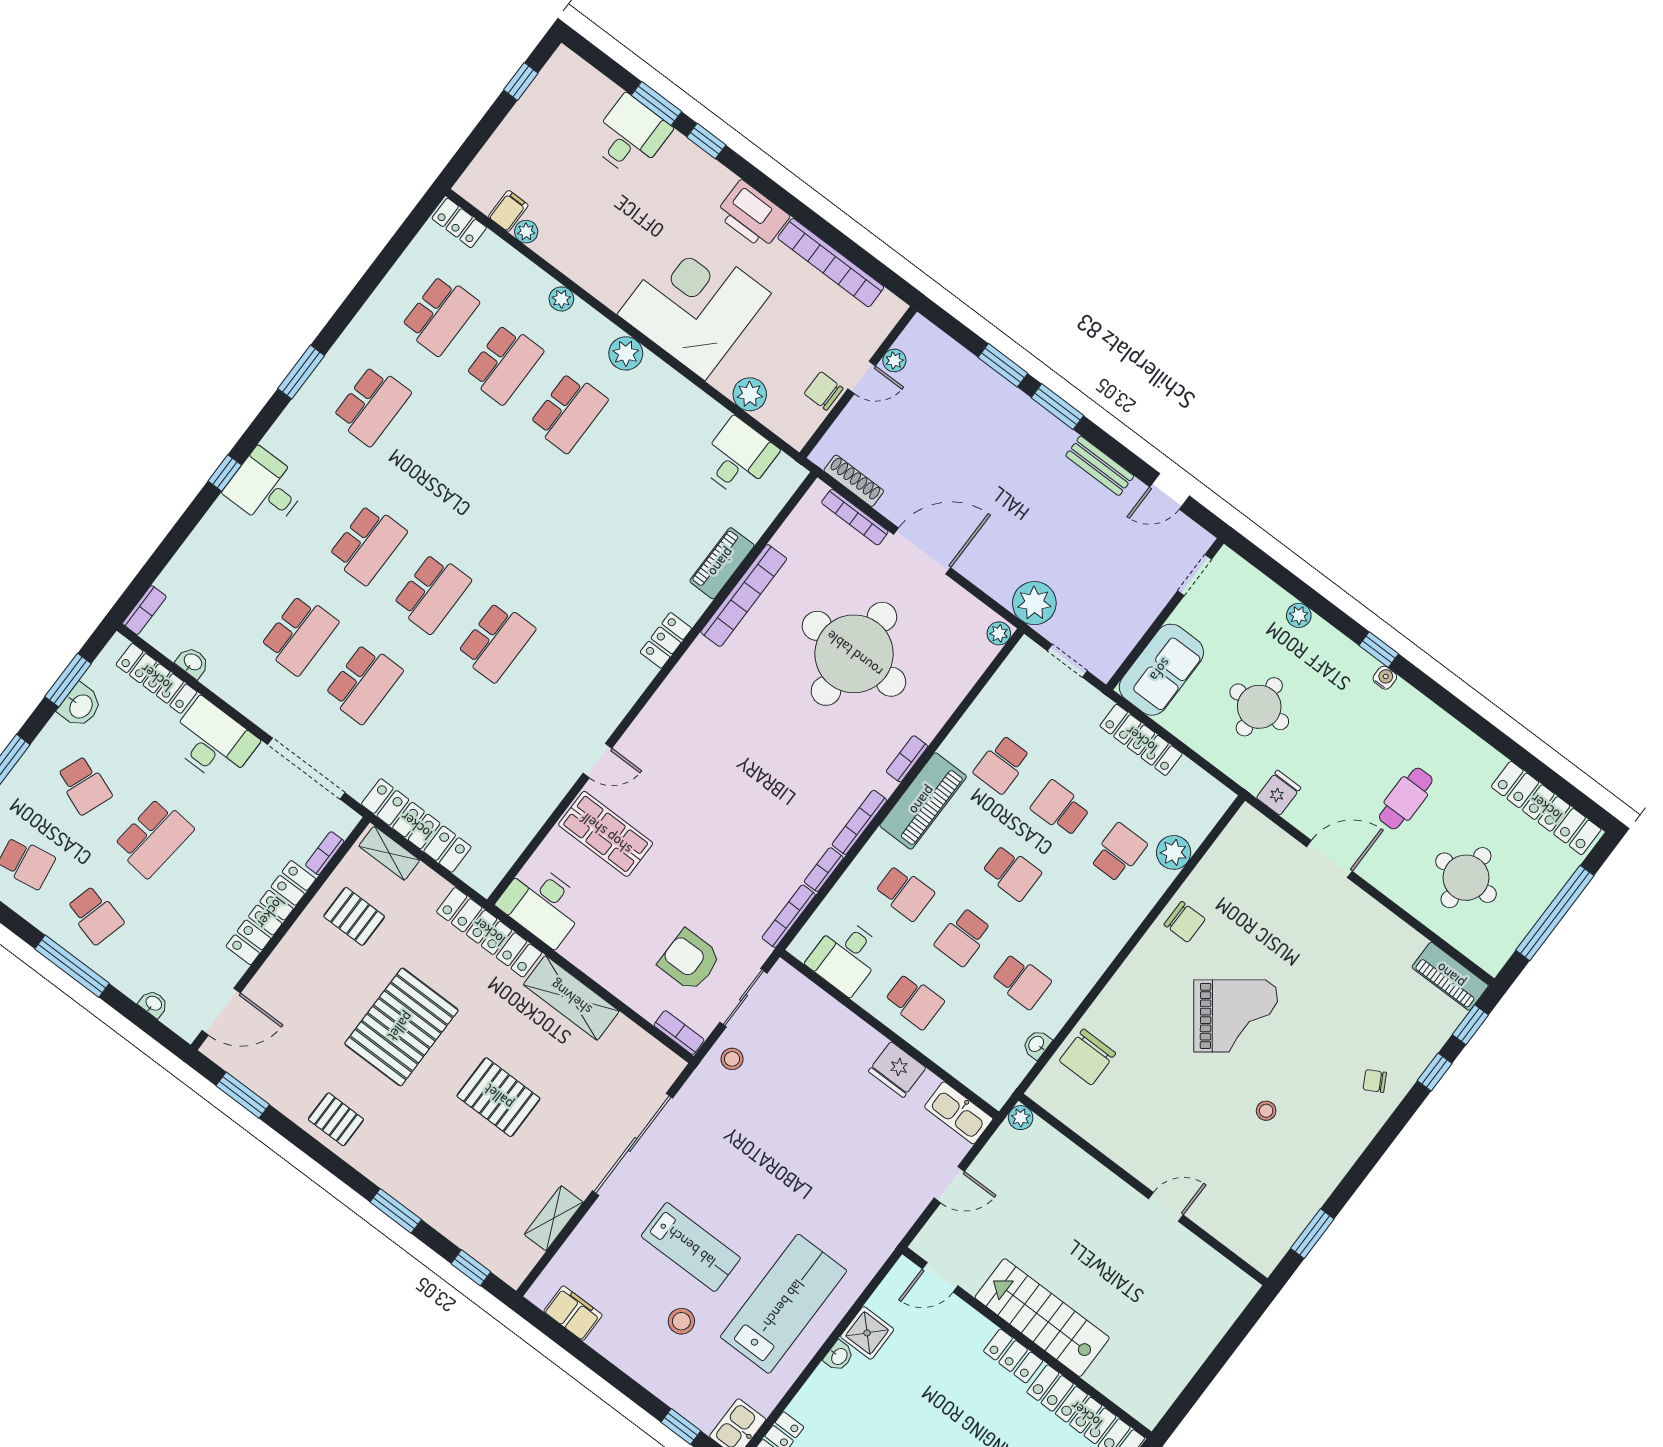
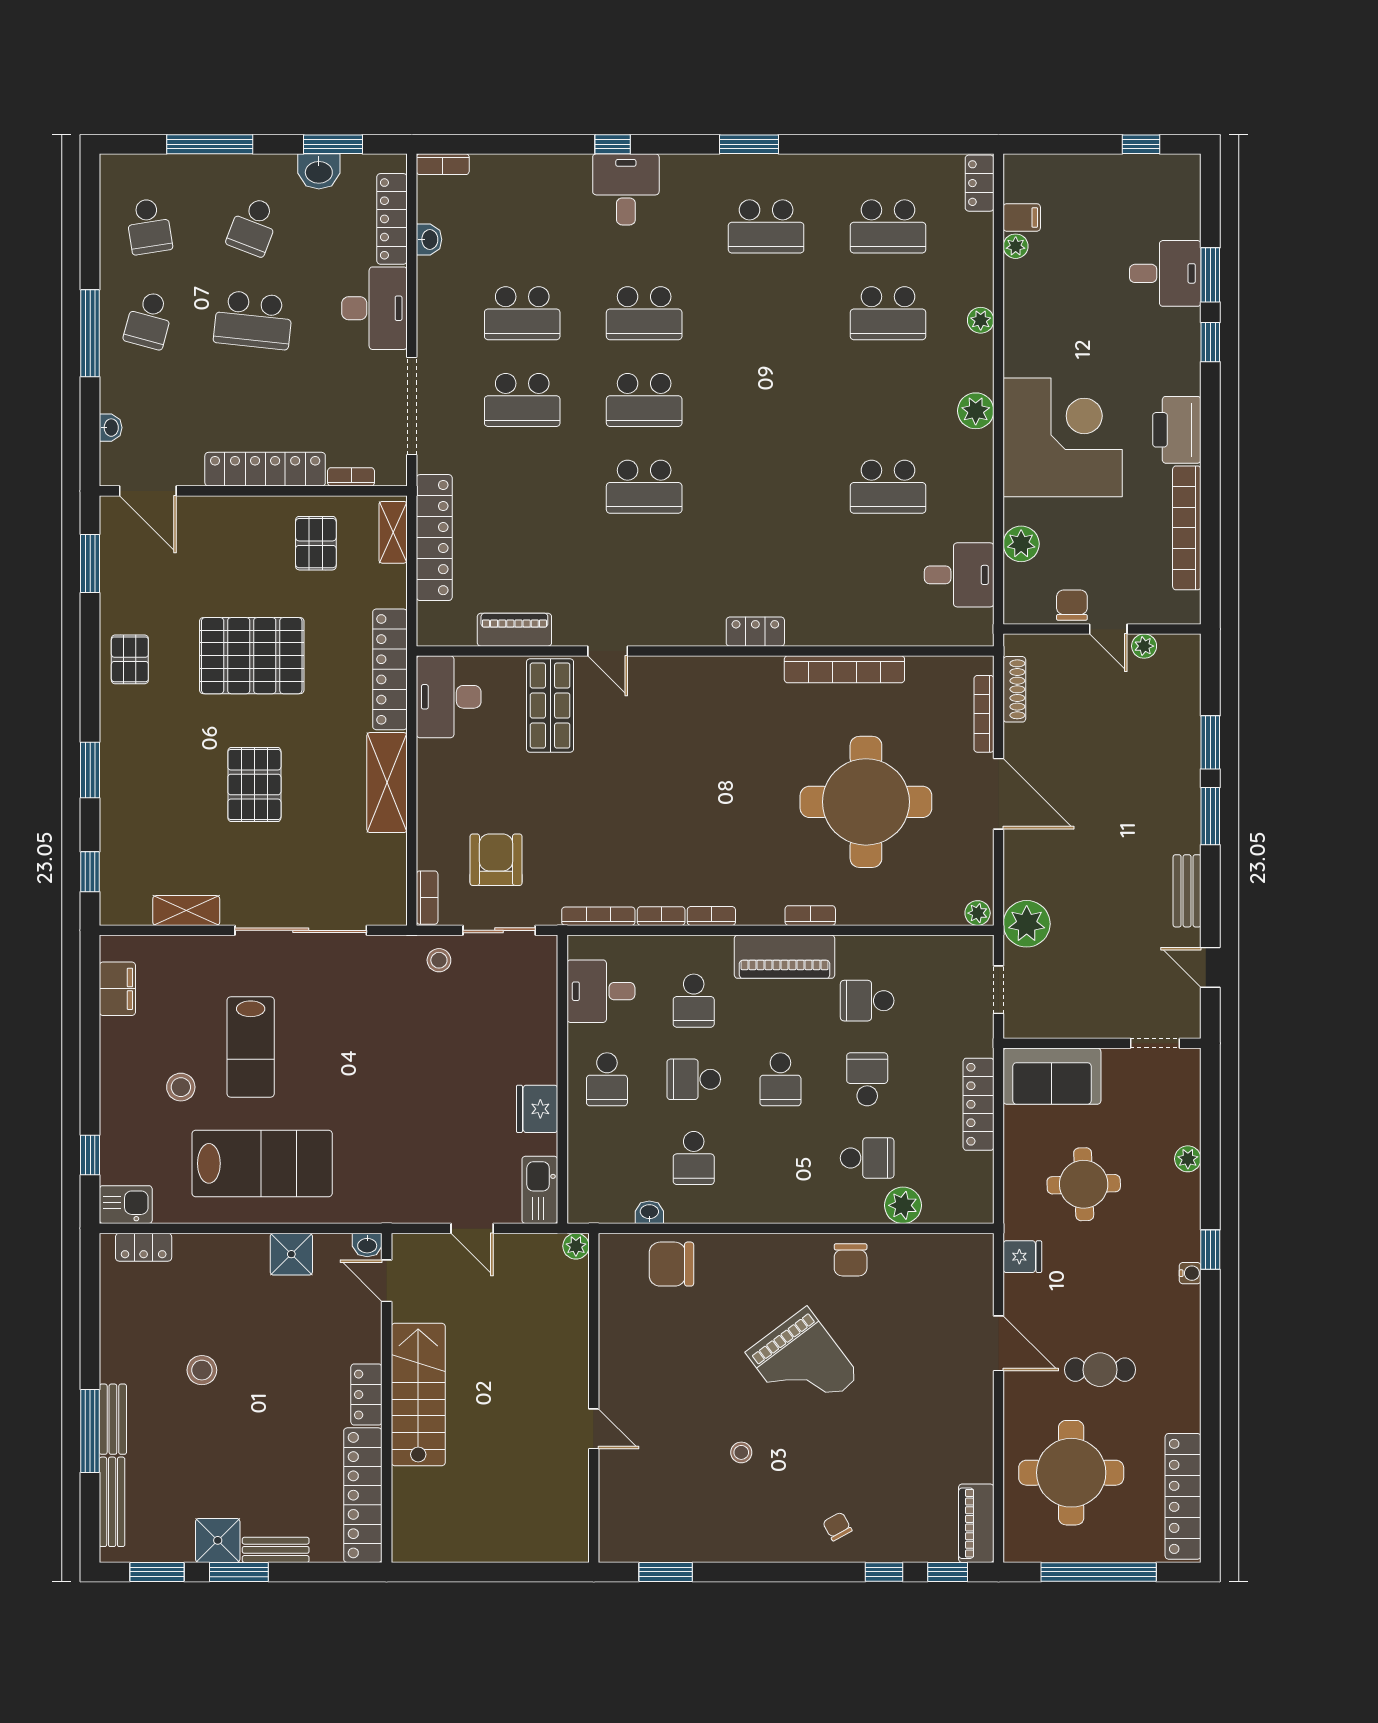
school desk: (569, 412) -> (888, 487), moved
piano: (722, 563) -> (514, 630), moved
bookcase: (859, 822) -> (711, 916), width x0.64
round table: (1466, 878) -> (1071, 1473), width x1.36, depth x1.36
washbasin: (839, 1356) -> (367, 1245), moved

